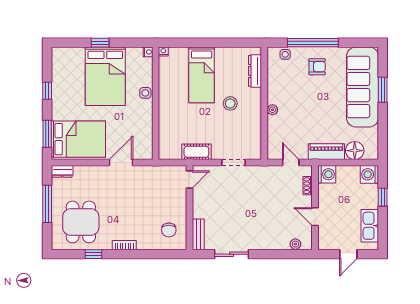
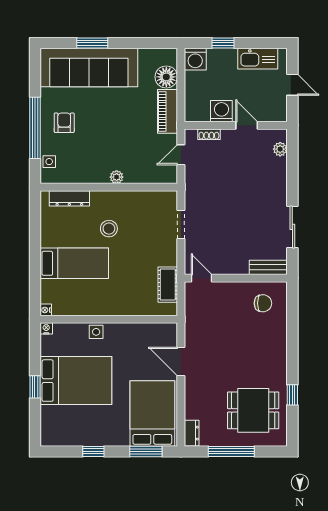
cot: (196, 152) -> (168, 285), moved
washing machine: (327, 174) -> (221, 111), moved
door: (315, 217) -> (247, 125), swing flipped
bookcase: (124, 245) -> (281, 358), removed

